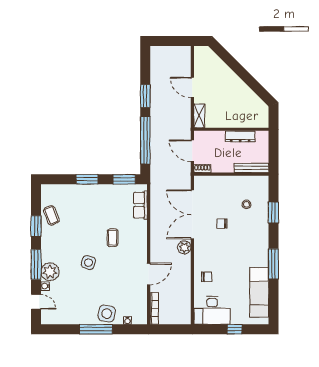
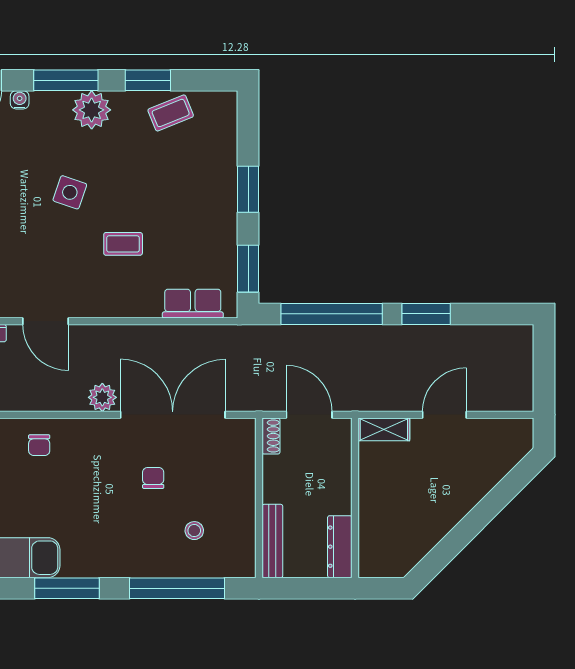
dresser: (240, 136) -> (340, 547), moved
door: (192, 151) -> (309, 415), hinge flipped
window: (273, 212) -> (177, 588), width x2.11
plant: (50, 272) -> (92, 110), moved

